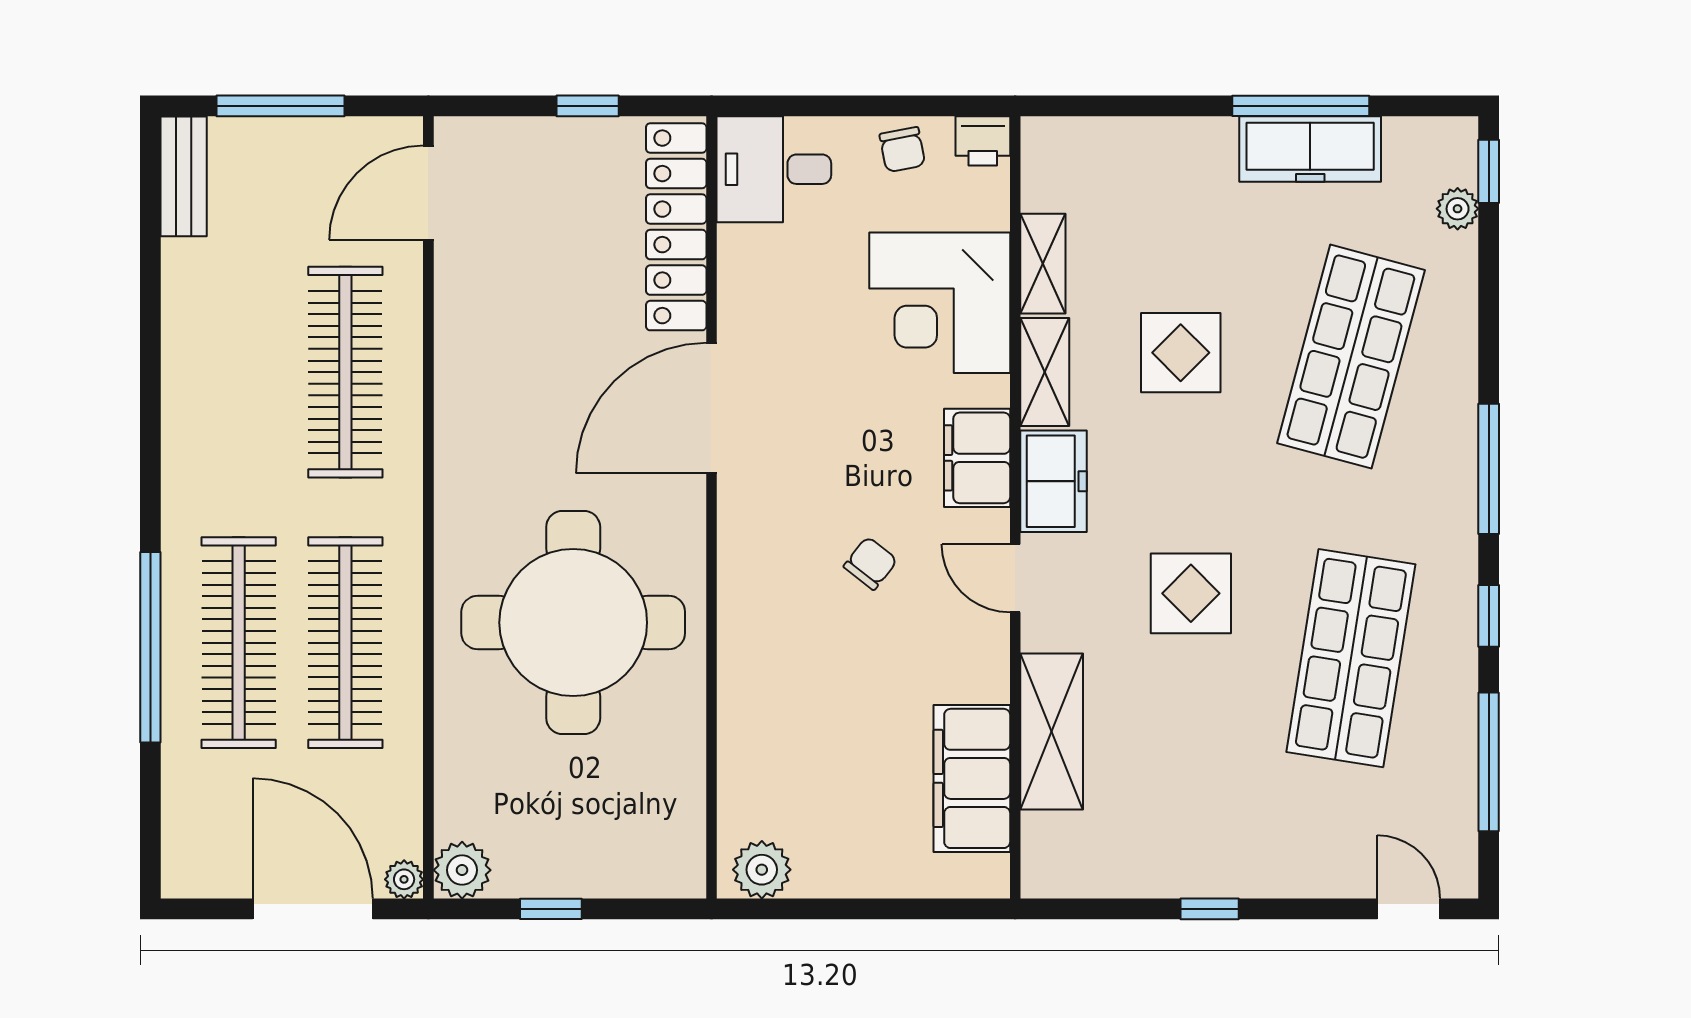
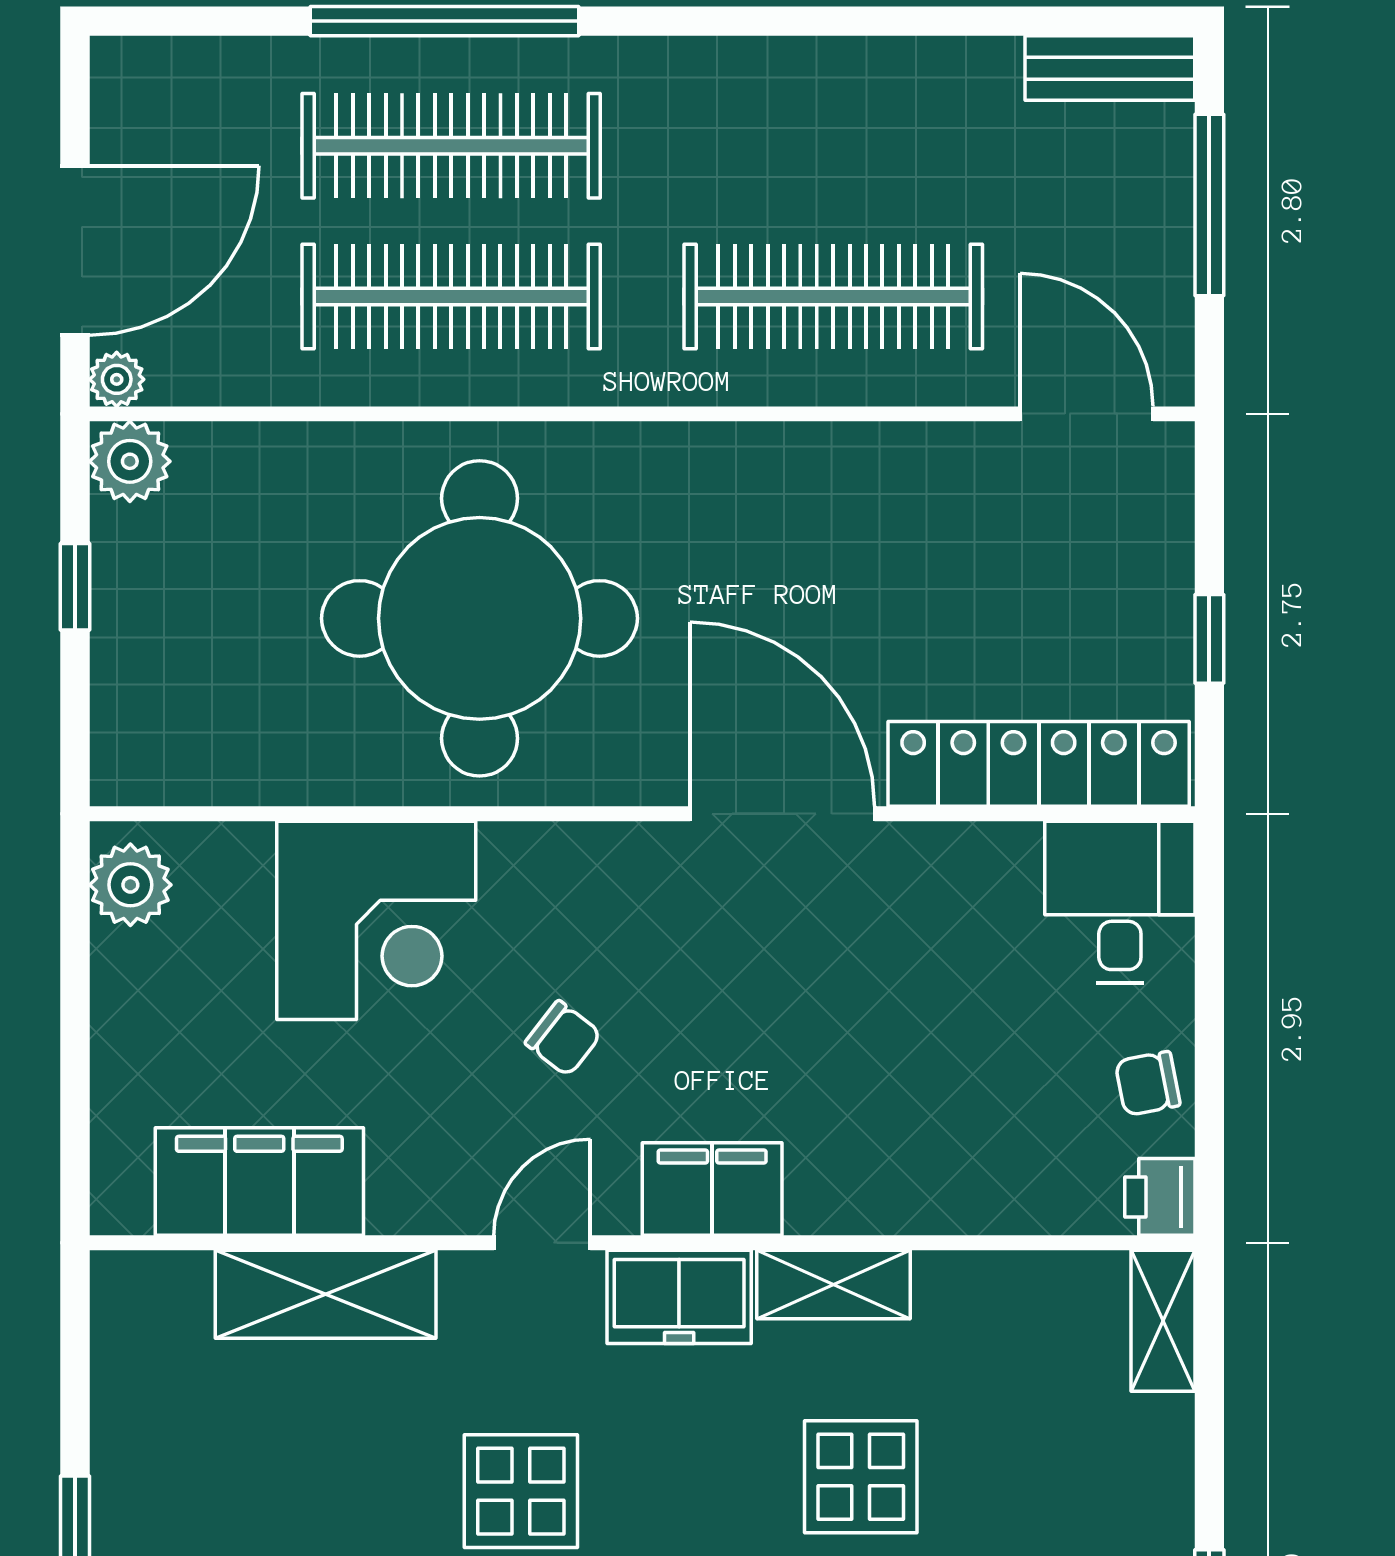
shelving: (1043, 264) -> (1163, 1321), moved, turned 90
corner desk: (940, 303) -> (376, 920), moved, turned 180

